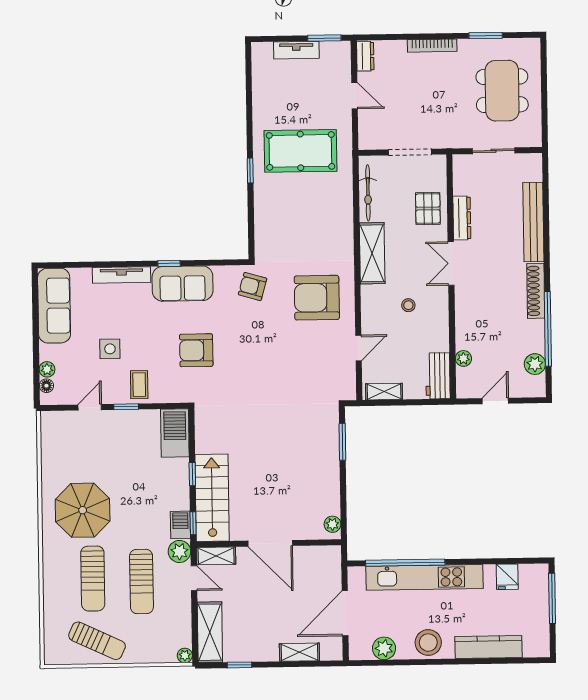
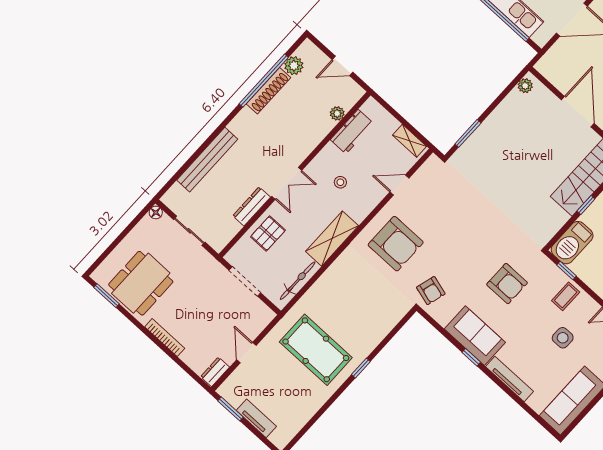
window: (486, 36) -> (106, 296), moved
dining table: (502, 91) -> (141, 283), moved
floor lamp: (535, 140) -> (156, 212), added
shoe rack: (536, 291) -> (268, 91), moved
workbench: (438, 376) -> (352, 132), moved
window: (126, 407) -> (567, 271), moved

